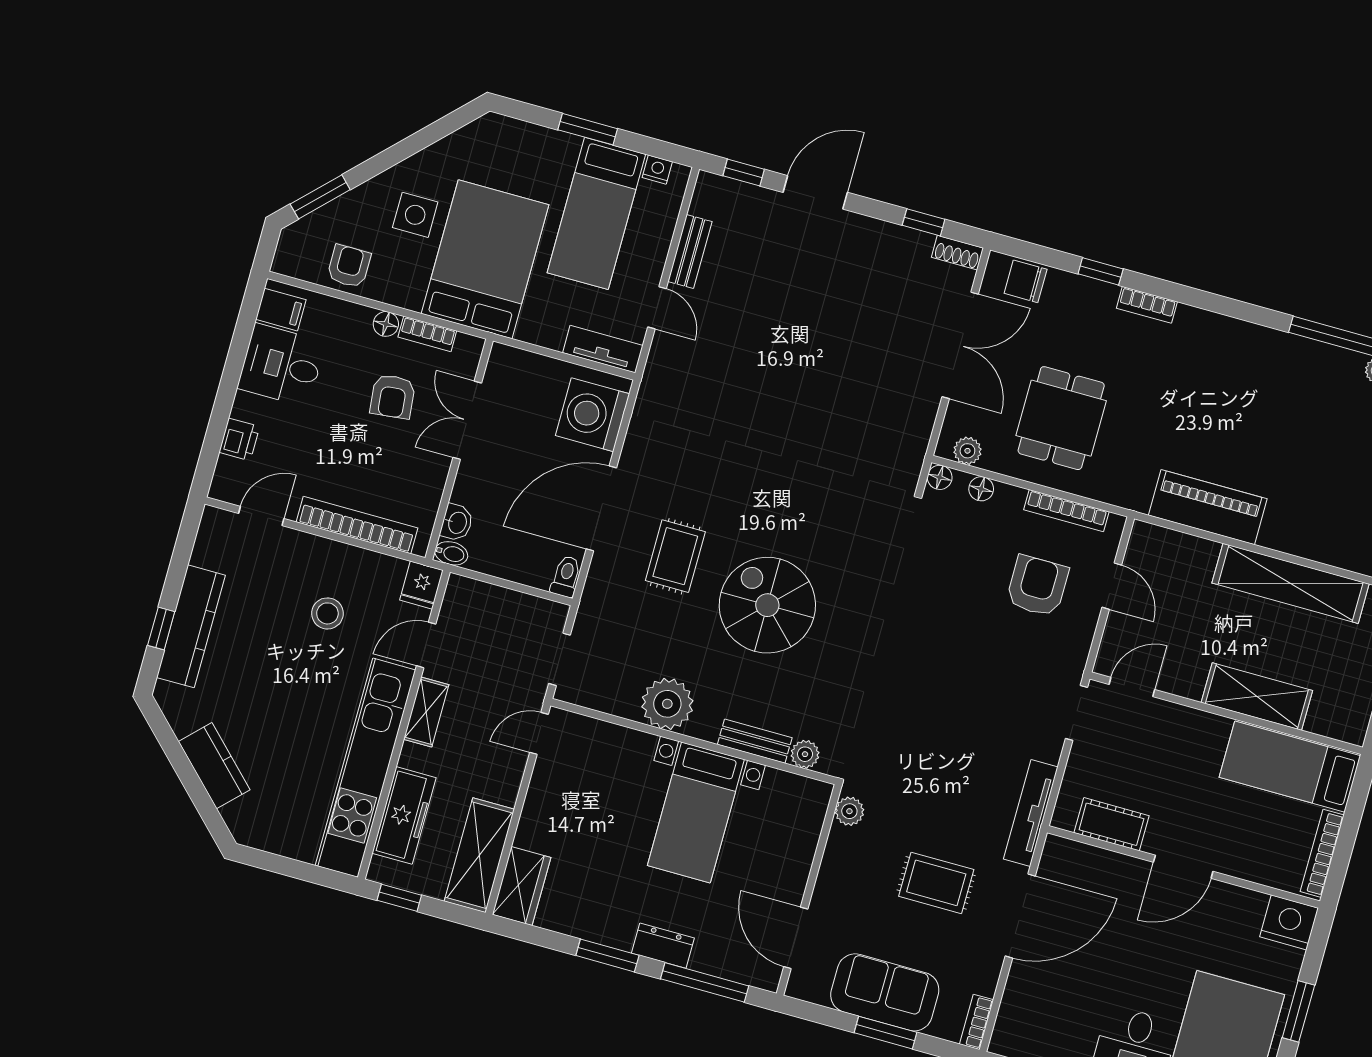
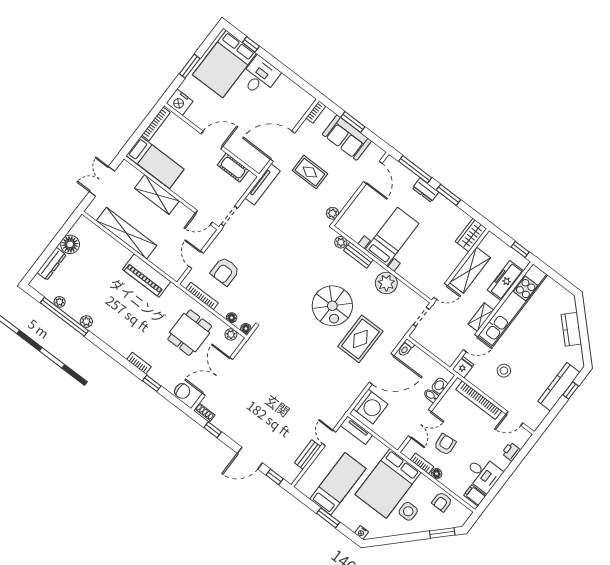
nightstand: (657, 170) -> (361, 532), moved
plant: (1301, 351) -> (86, 322), added
bidet: (451, 553) -> (431, 395), moved
rug: (675, 556) -> (360, 339), width x1.36, depth x1.43
shelving: (479, 855) -> (470, 270), moved

